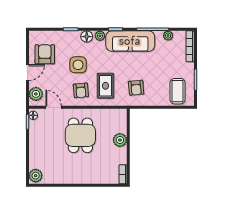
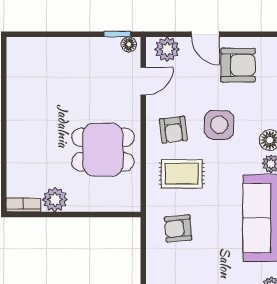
armchair: (81, 90) -> (173, 130), turned -92
dining table: (80, 135) -> (103, 150), moved
plant: (120, 140) -> (55, 200), moved
plant: (36, 176) -> (21, 49), removed

